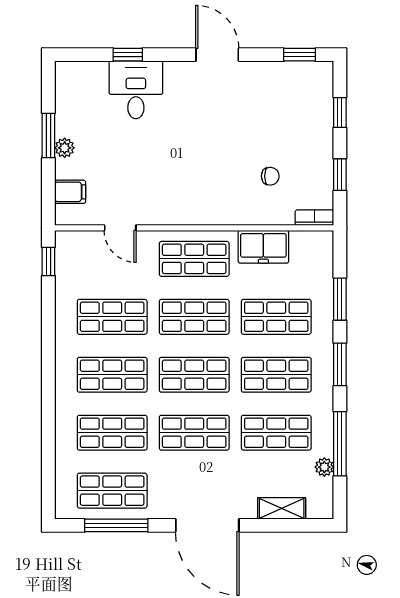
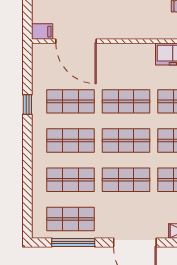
filing cabinet: (70, 192) -> (42, 32), moved
door: (120, 228) -> (76, 41), width x1.87
shop shelf: (194, 259) -> (126, 62), removed
window: (48, 262) -> (27, 105), moved

